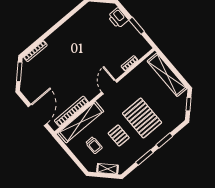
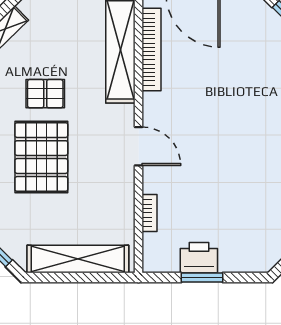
printer: (118, 18) -> (199, 258), moved
pallet: (142, 118) -> (41, 157), turned 90
trolley: (94, 145) -> (64, 39), removed

